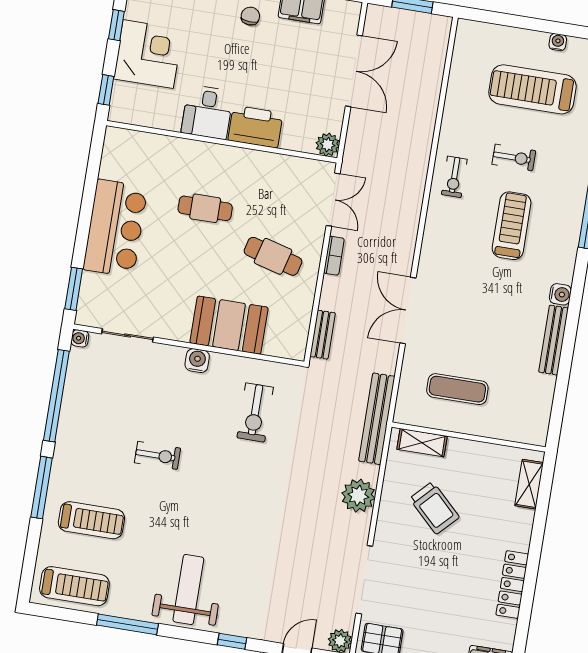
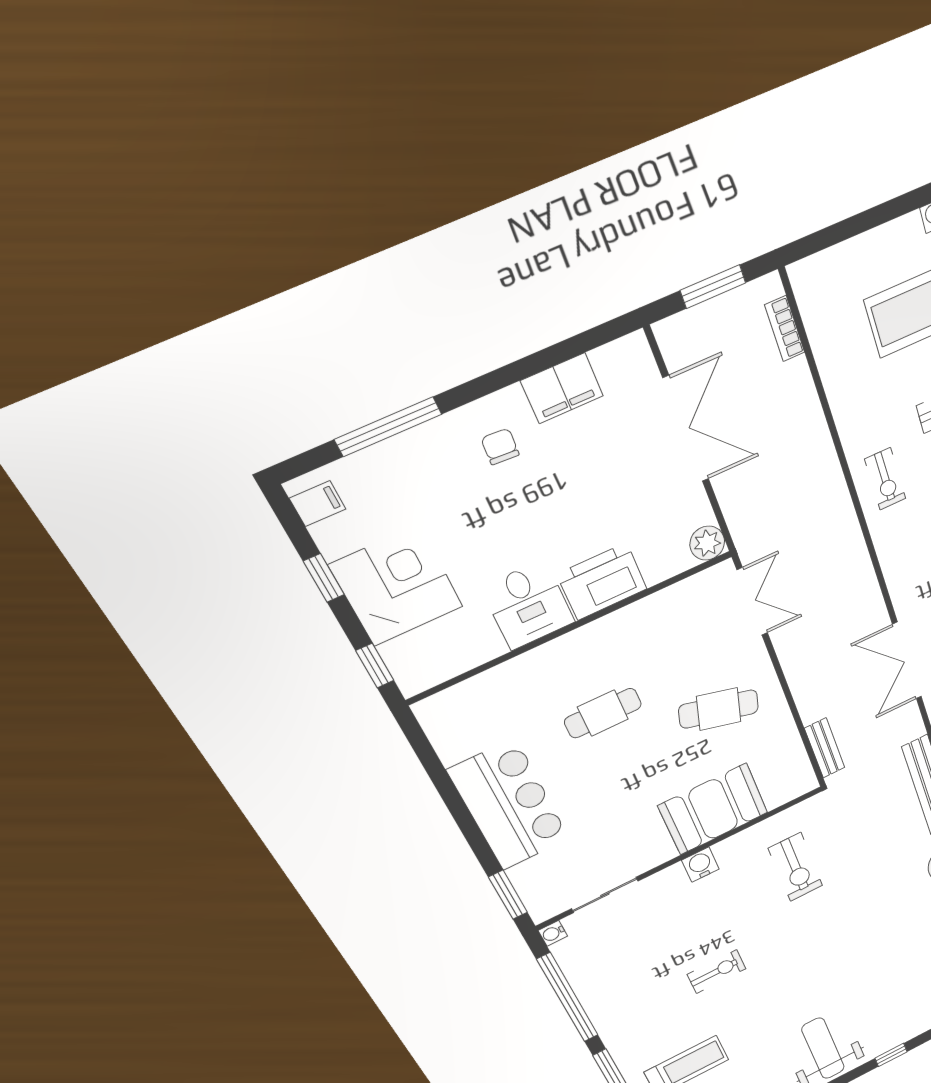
bookcase: (334, 256) -> (785, 329), moved, turned 180

